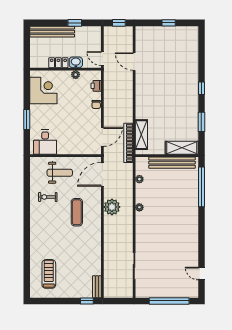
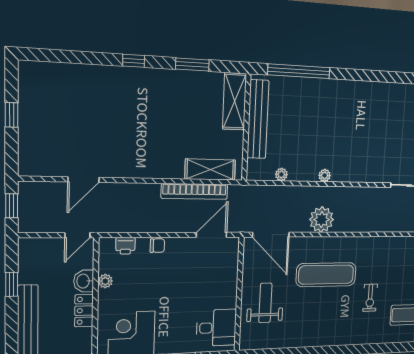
door: (102, 137) -> (211, 235), hinge flipped
bookcase: (128, 143) -> (195, 191), moved
exercise bike: (48, 197) -> (370, 298), moved
exercise mat: (77, 212) -> (326, 275), width x1.36, depth x1.45

